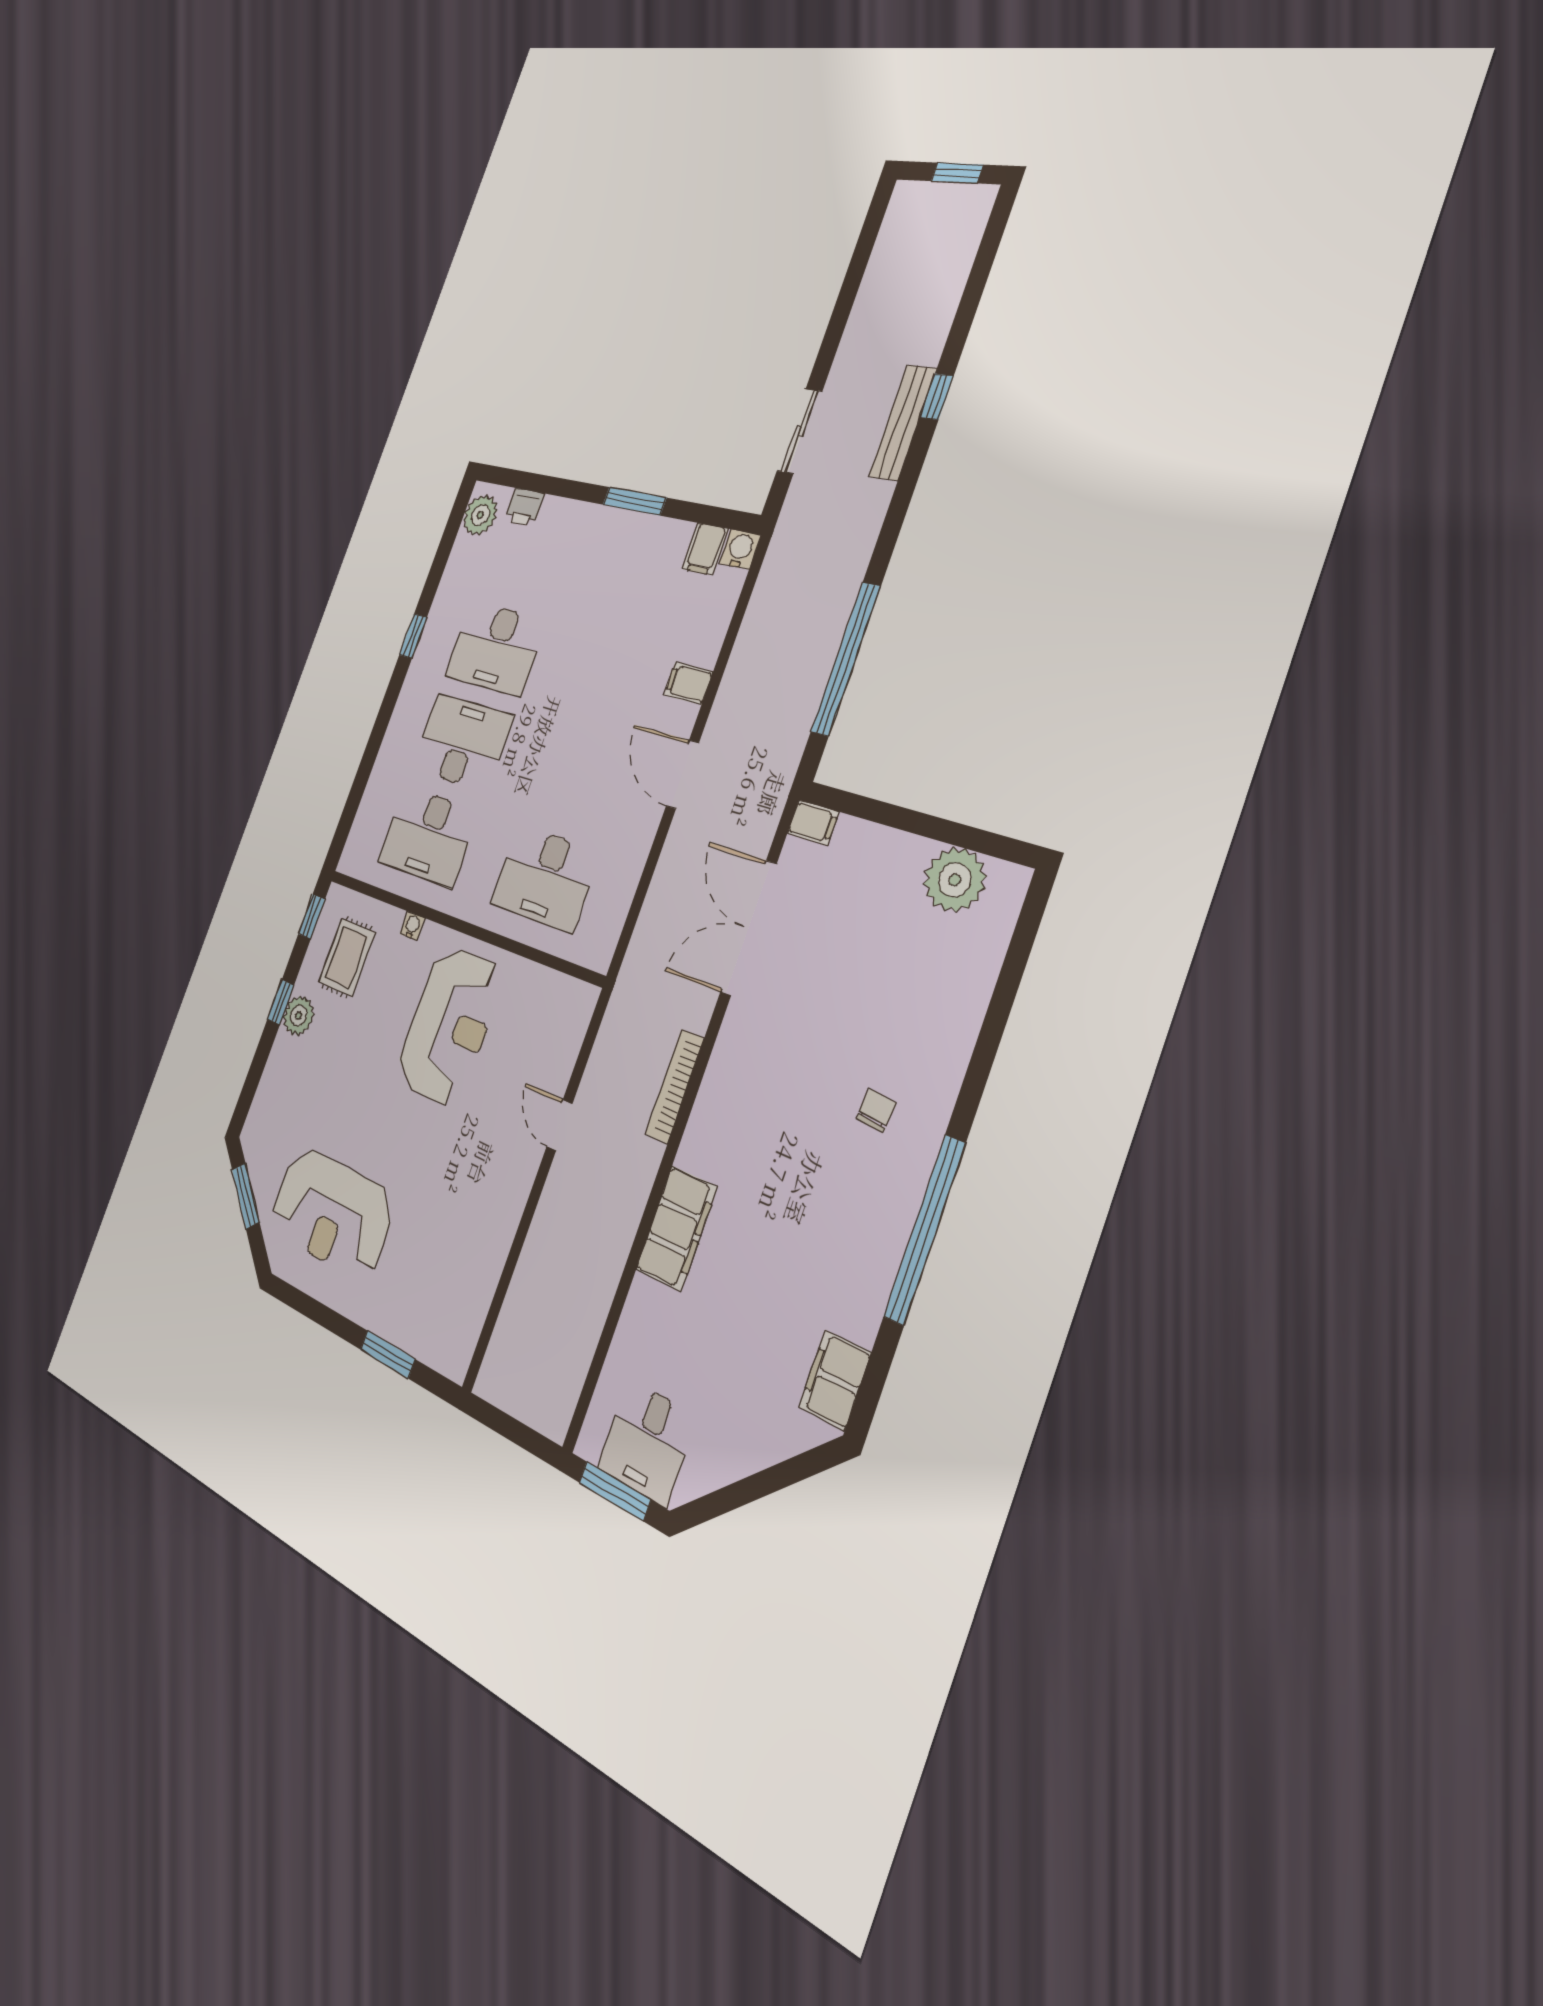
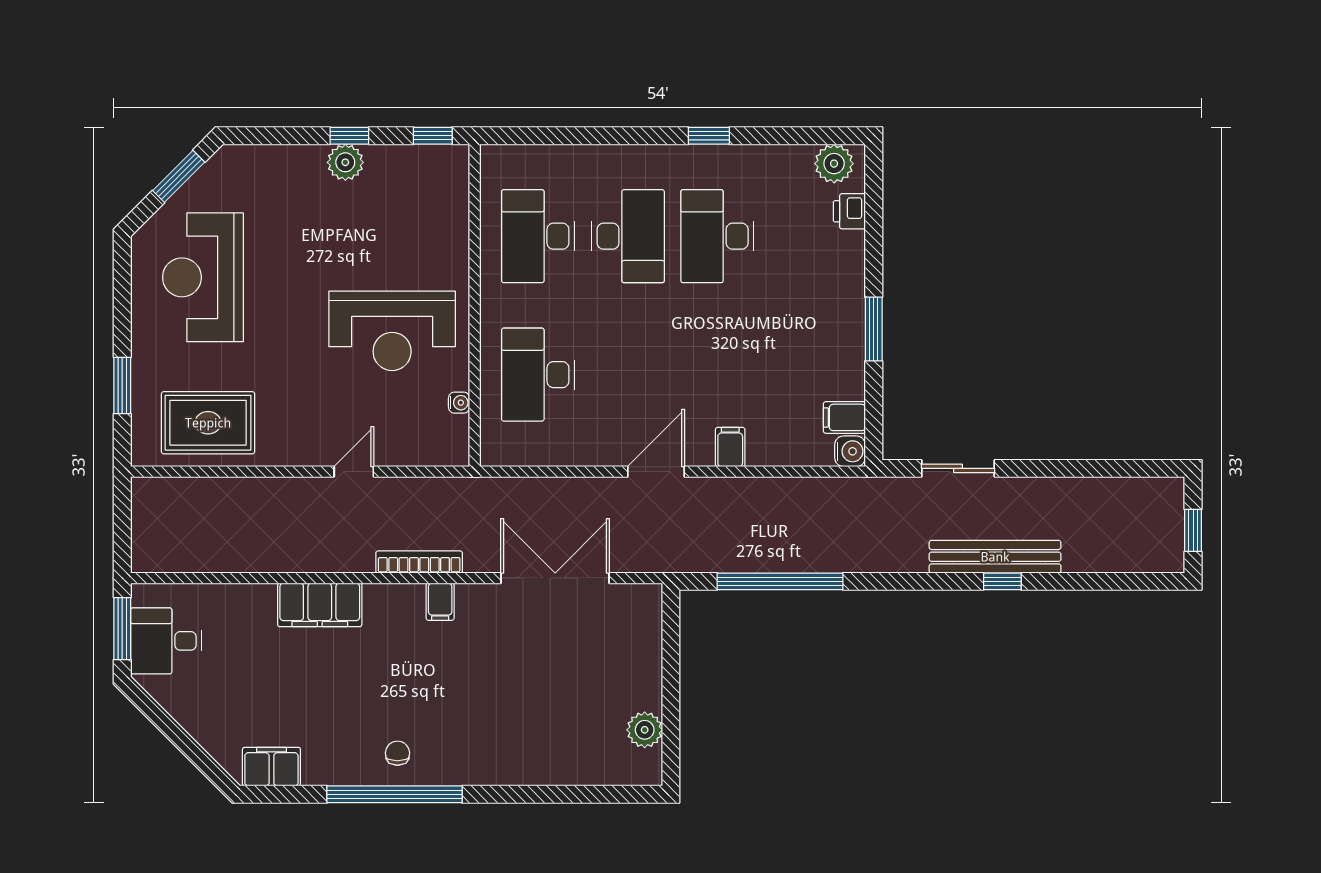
bench: (903, 423) -> (995, 557), width x1.37, depth x1.21
filing cabinet: (813, 823) -> (440, 602), moved
plant: (955, 880) -> (645, 730), width x0.73, depth x0.73
water cooler: (412, 926) -> (459, 403), moved
rug: (347, 957) -> (208, 423), moved, width x1.36, depth x1.43
chair: (876, 1111) -> (397, 753), moved, turned -96

